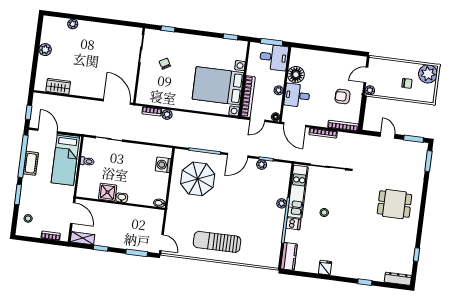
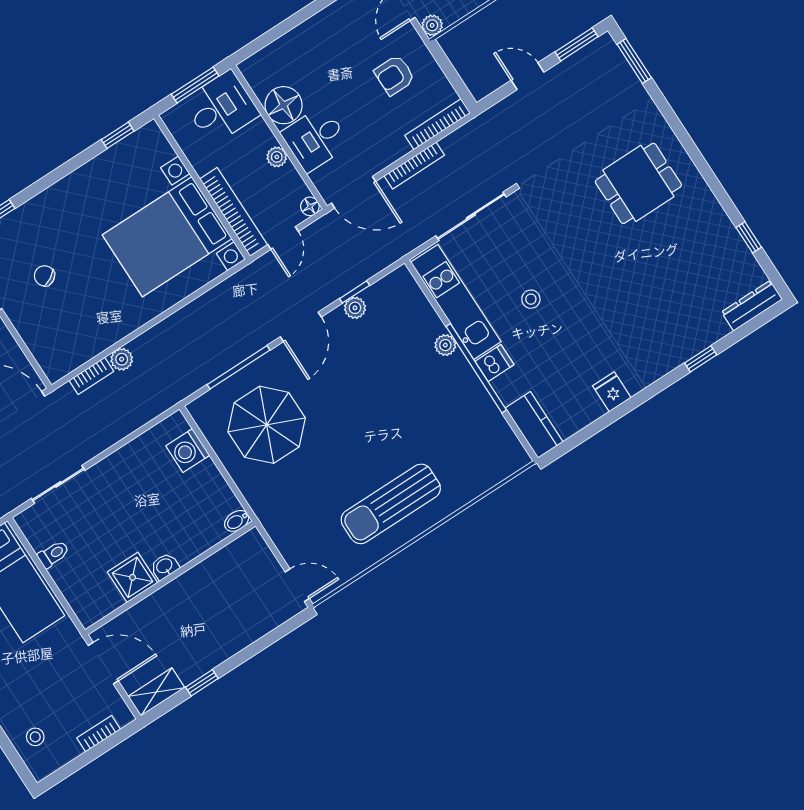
window: (137, 253) -> (270, 639), removed

